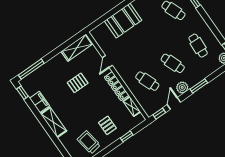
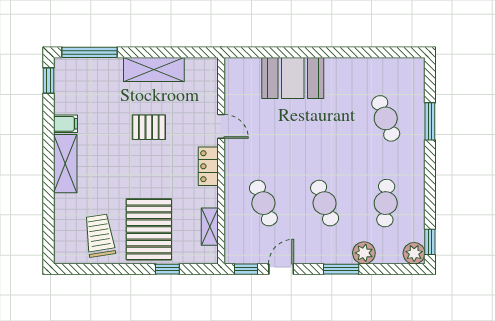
shelving: (77, 48) -> (154, 69), moved
door: (107, 62) -> (221, 126), swing flipped
locker: (117, 86) -> (208, 166), width x0.66
plant: (182, 87) -> (364, 253), moved
filing cabinet: (39, 102) -> (65, 124), width x0.50
pallet: (107, 125) -> (149, 229), width x2.05, depth x2.00

